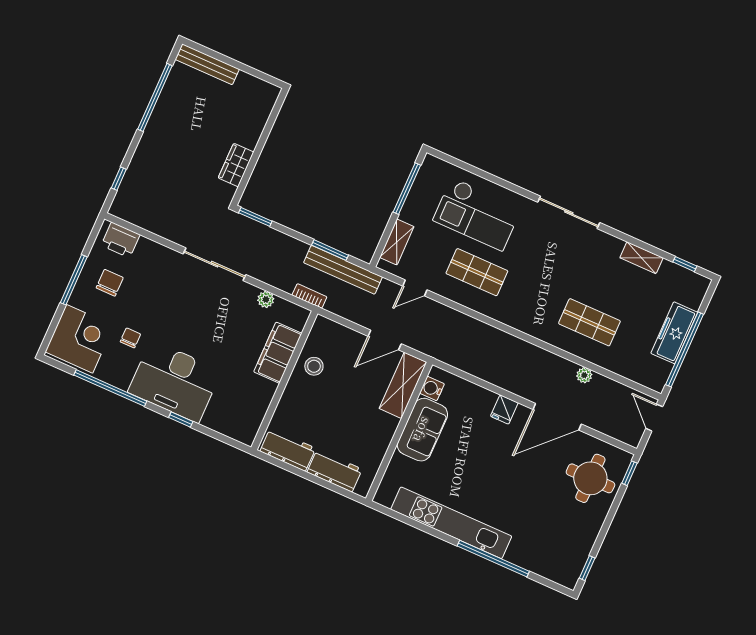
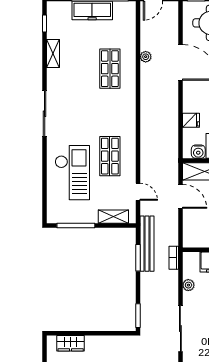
wardrobe: (236, 165) -> (71, 343), moved
fridge: (504, 410) -> (191, 120), moved

